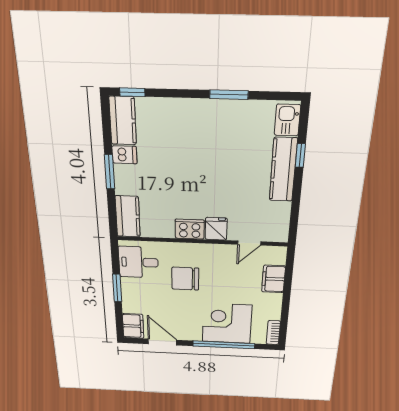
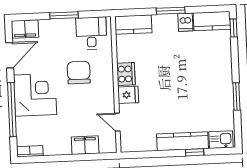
corner desk: (227, 323) -> (35, 95), moved

